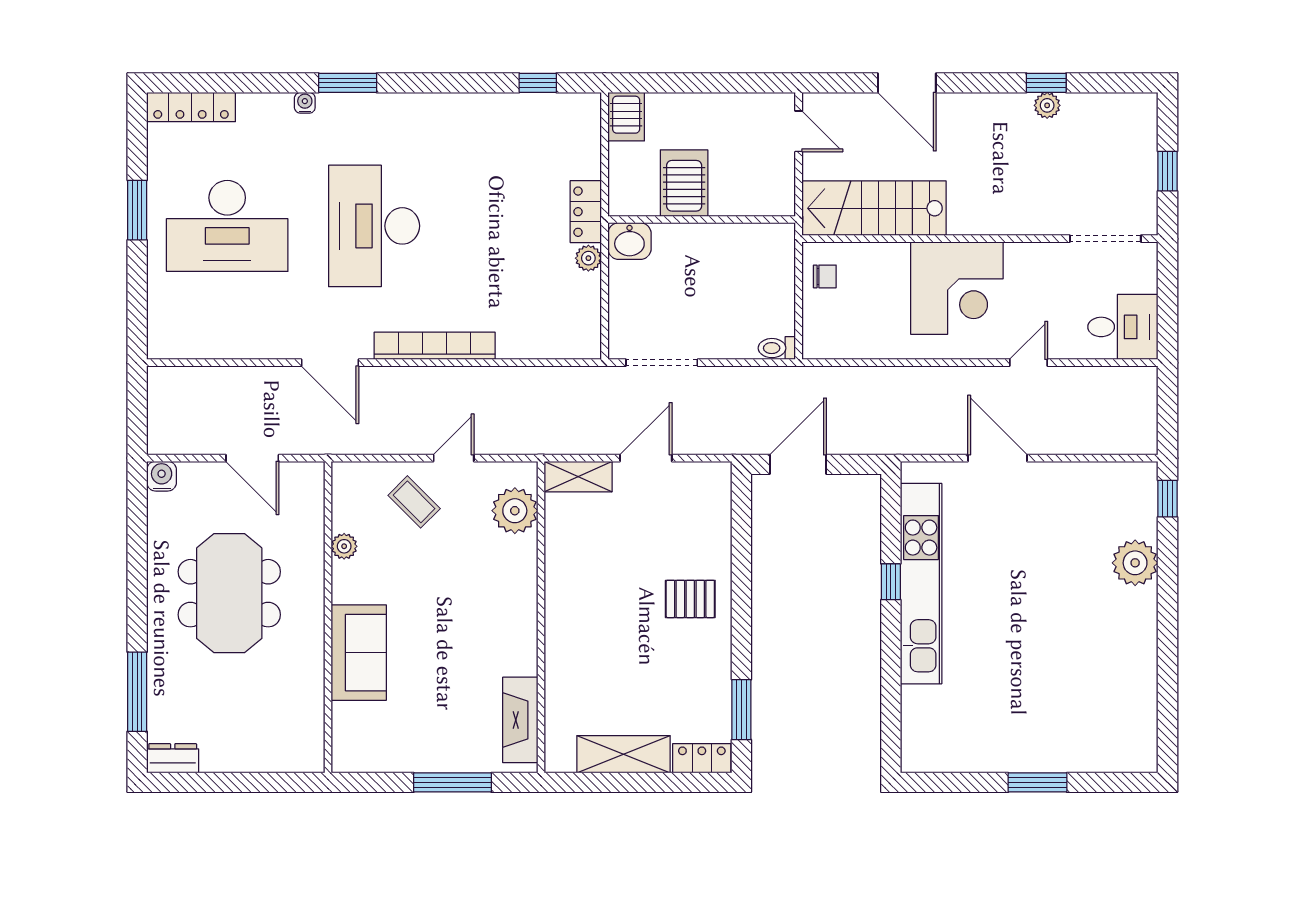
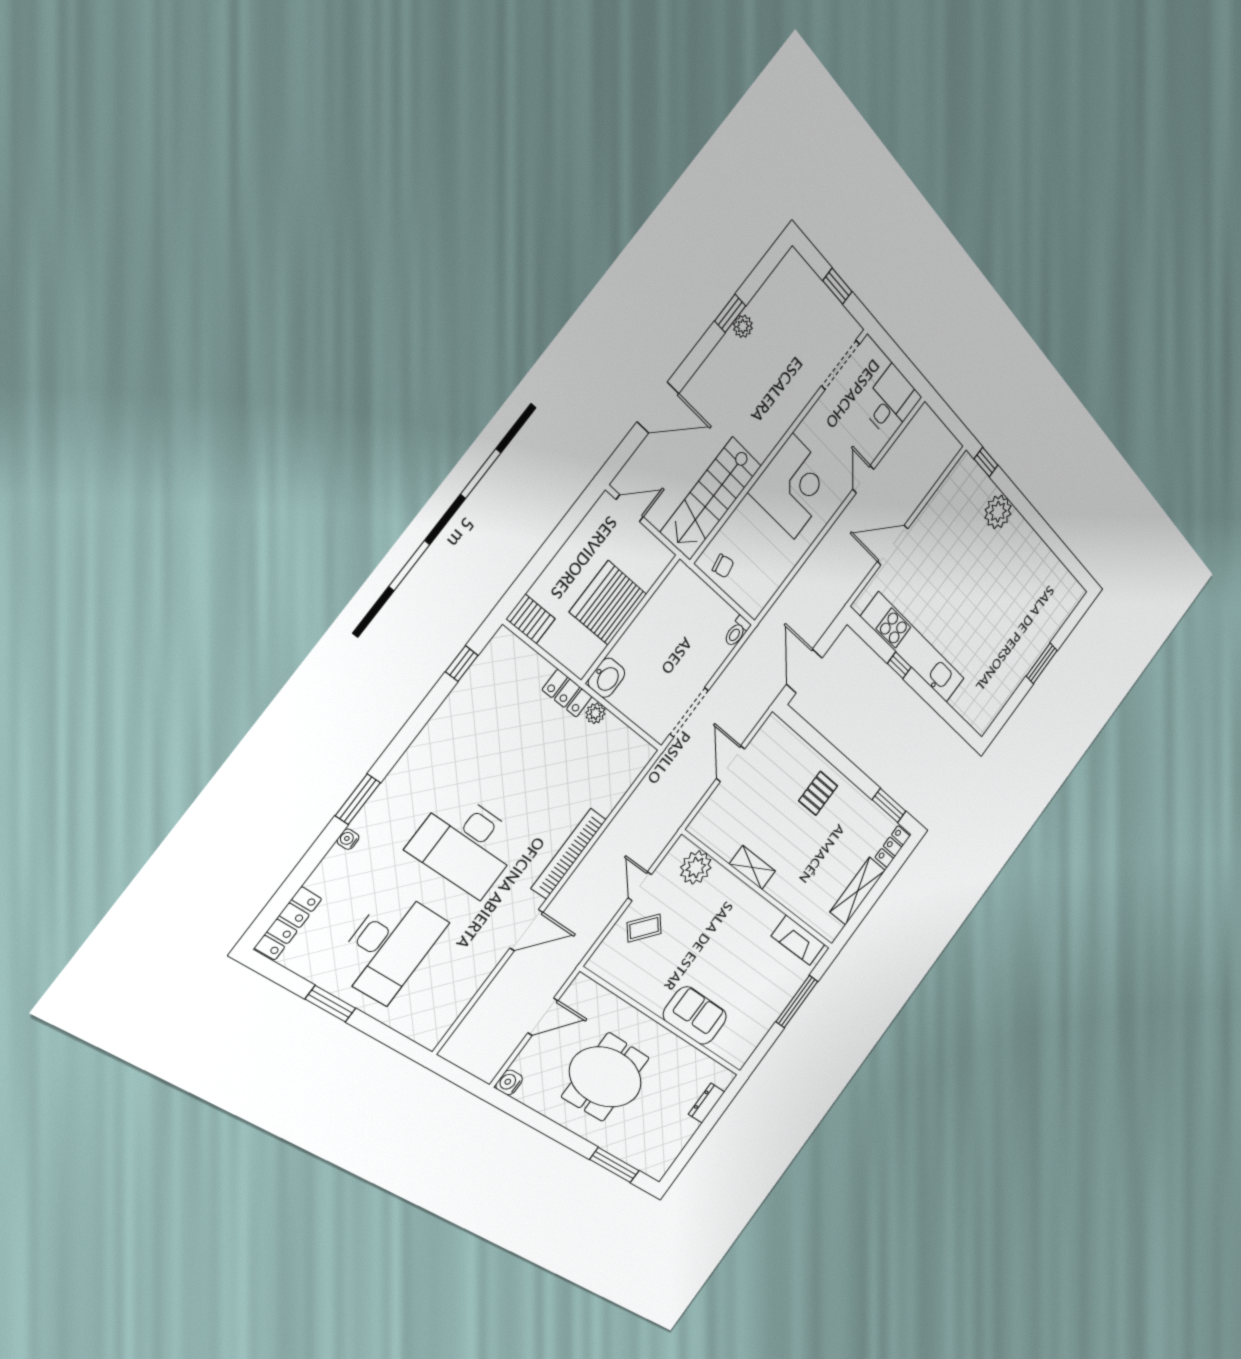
server rack: (684, 183) -> (608, 603), width x1.60
chair: (825, 276) -> (723, 566), turned 79
shelving: (578, 477) -> (752, 868), moved, turned 90
plant: (344, 546) -> (635, 989), removed
dresser: (173, 758) -> (707, 1103), moved

